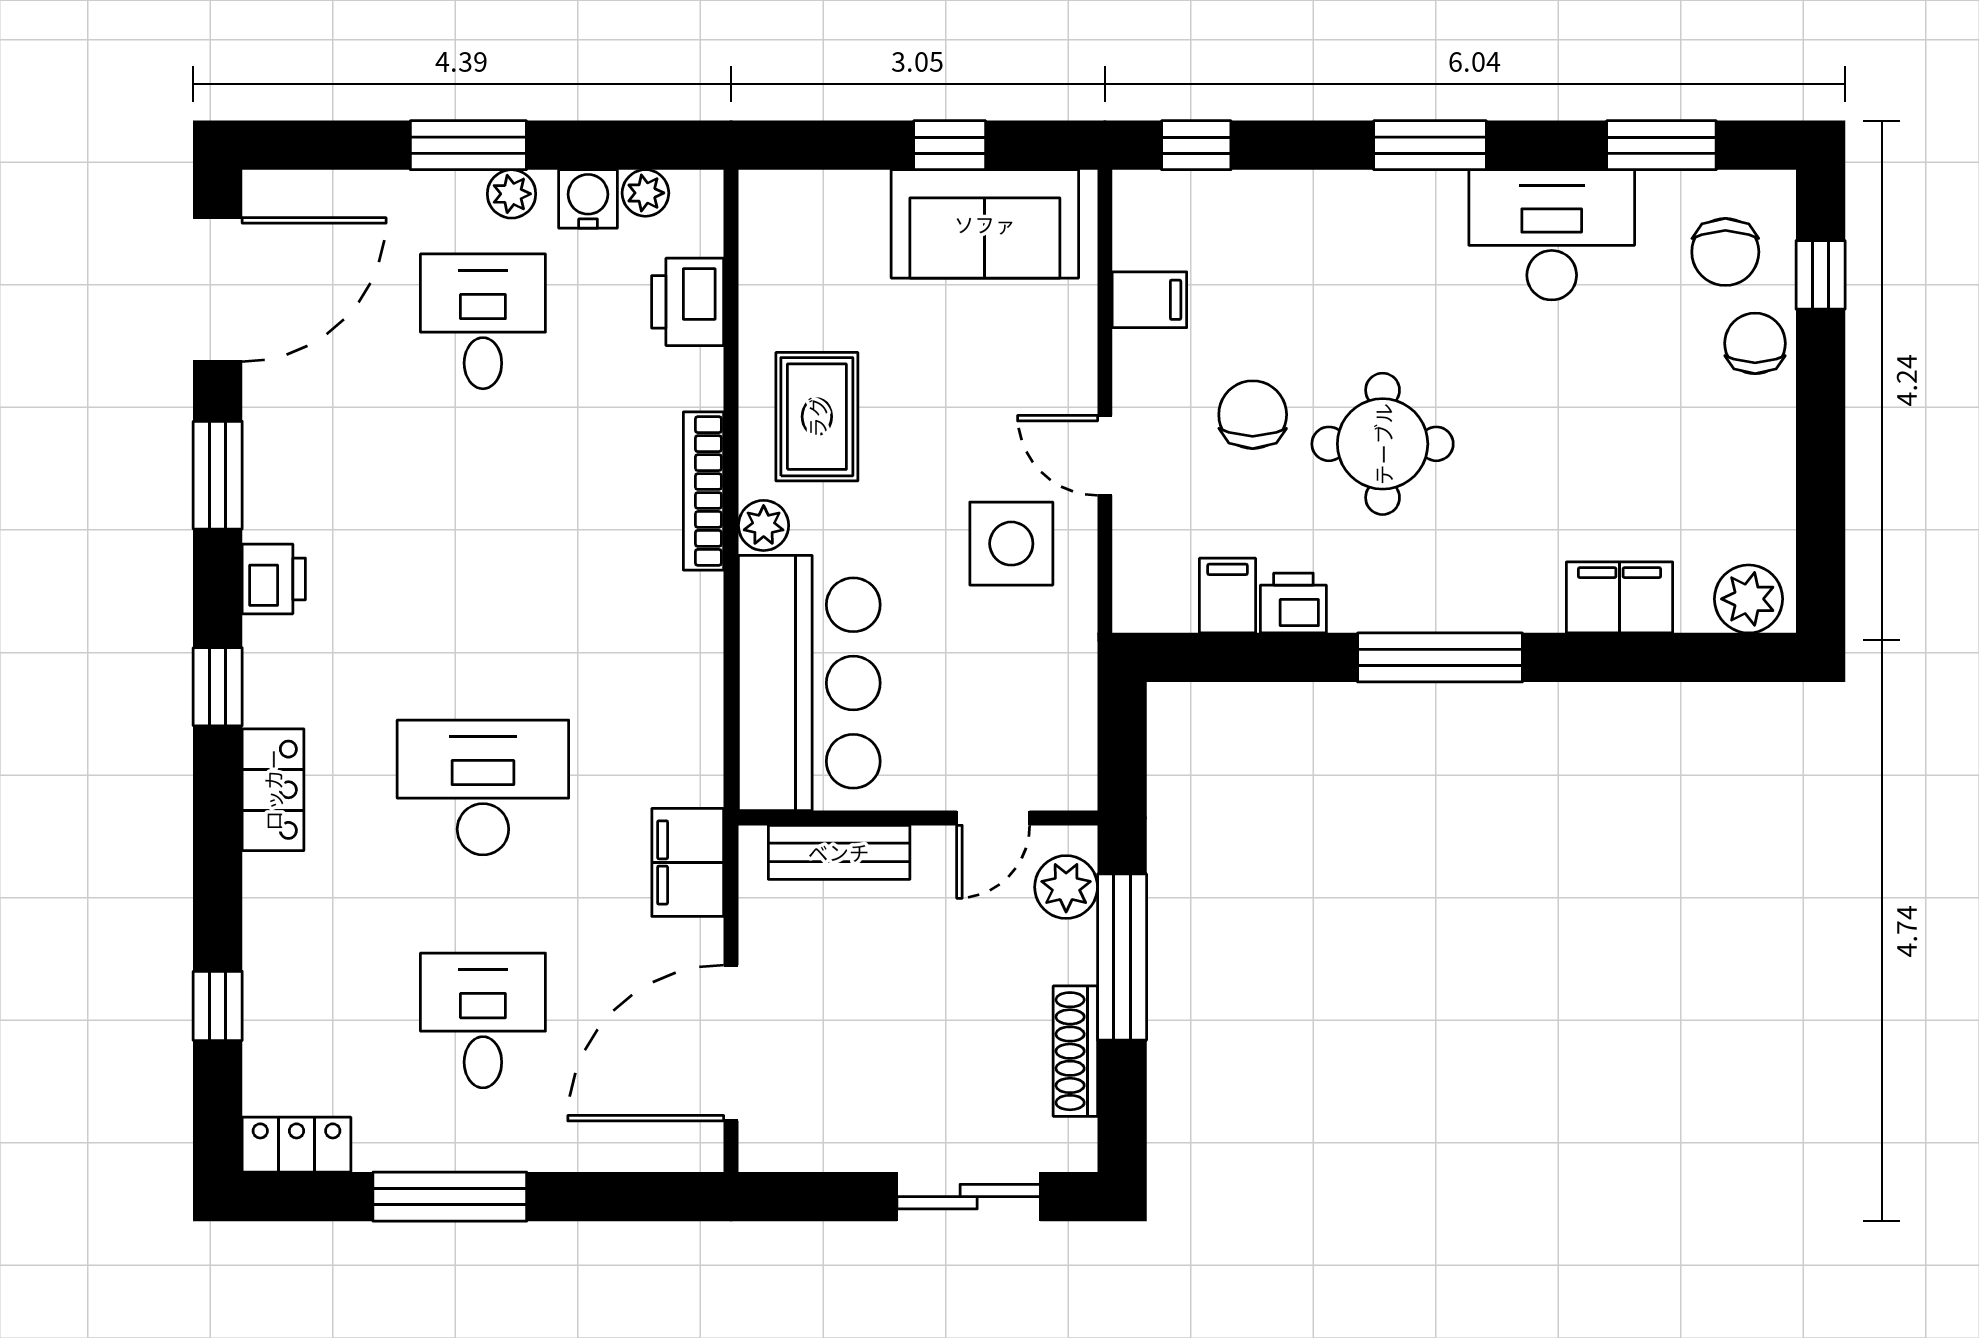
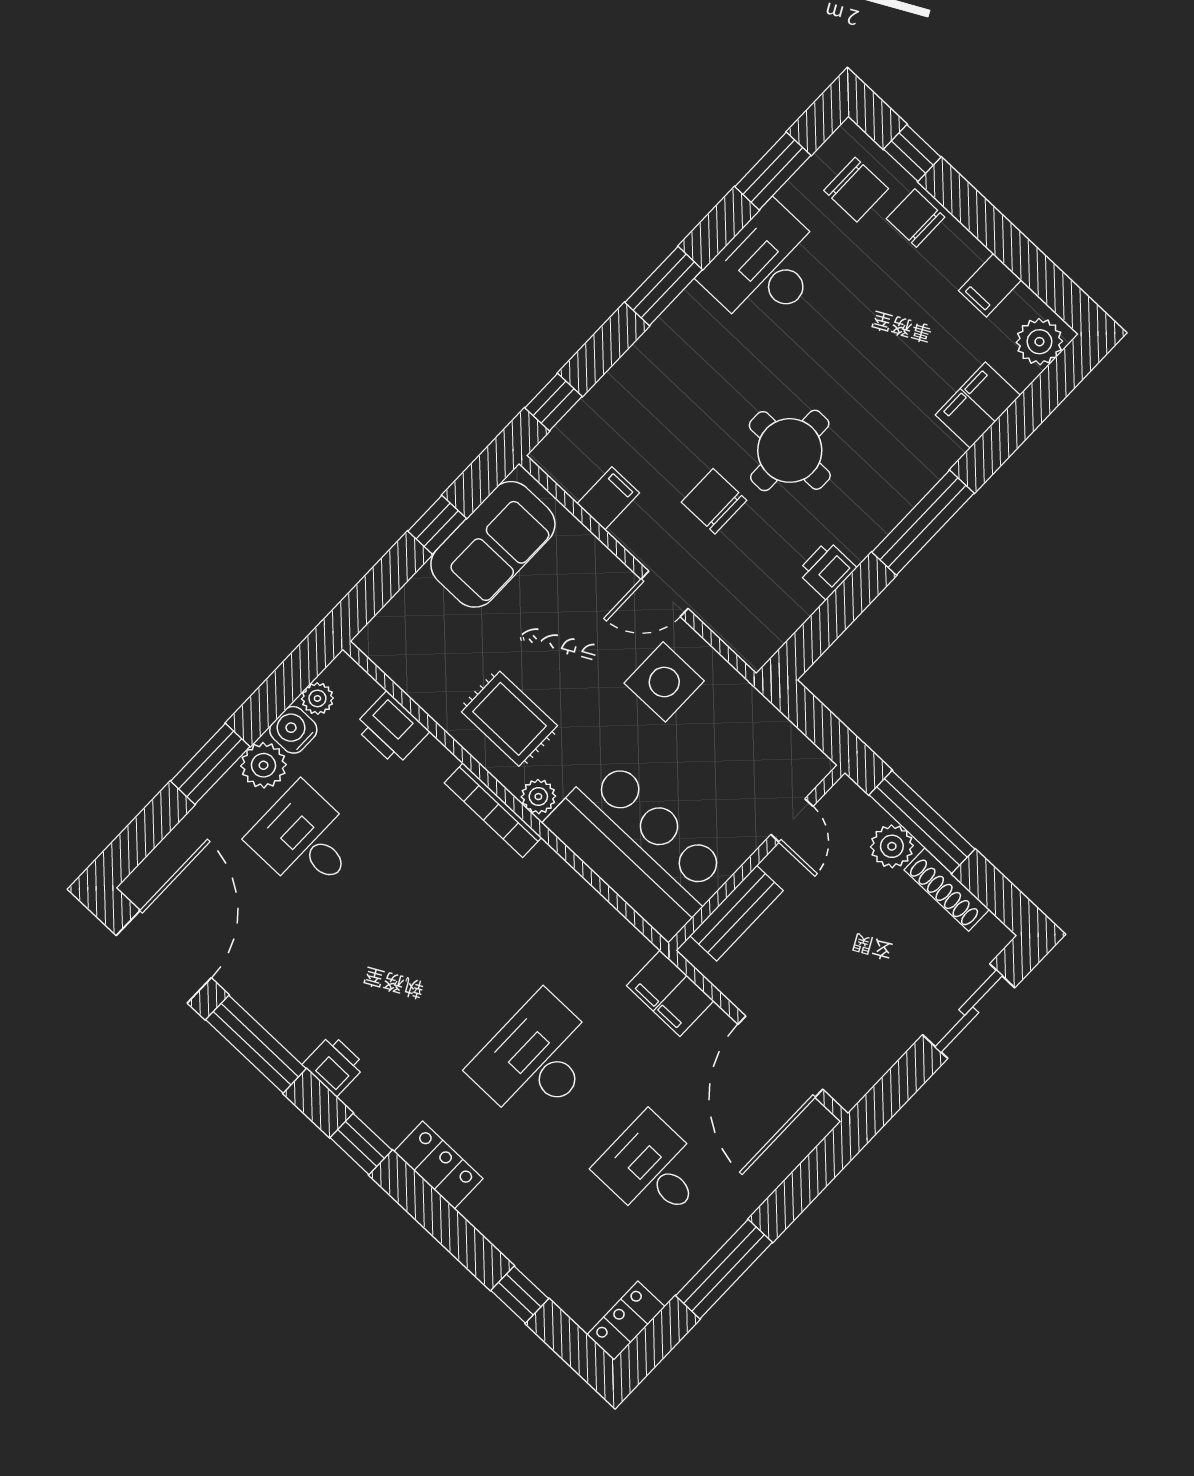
plant: (511, 194) -> (264, 765), width x1.38, depth x1.38
window: (218, 475) -> (256, 1044), width x1.44
filing cabinet: (1228, 596) -> (990, 285), moved, turned -90
plant: (1066, 887) -> (892, 846), moved

